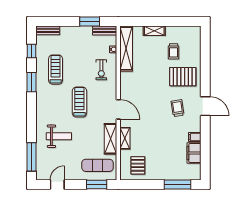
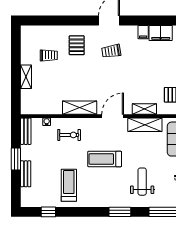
window: (90, 21) -> (16, 159), moved
bench: (48, 30) -> (26, 174), moved
shelving: (126, 49) -> (80, 108), moved, width x0.68
treadmill: (56, 70) -> (69, 185), turned 90
pallet: (183, 77) -> (77, 45), width x0.67, depth x0.71
window: (31, 82) -> (120, 212), moved

